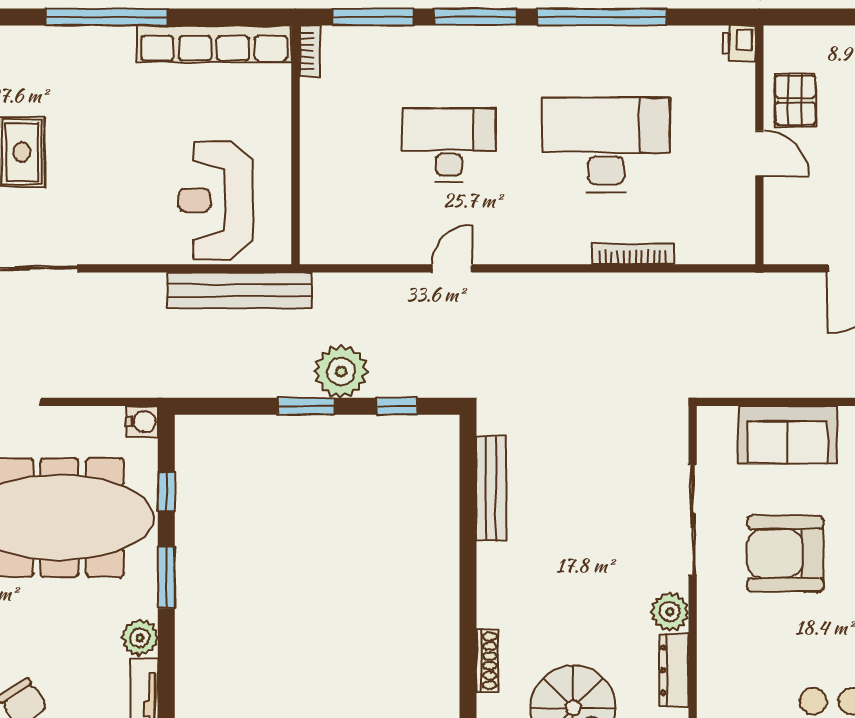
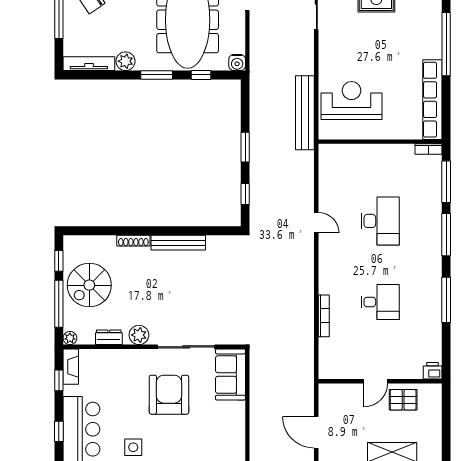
window: (602, 17) -> (446, 300), width x0.68
desk: (606, 145) -> (380, 302), width x0.53, depth x0.77
plant: (341, 371) -> (263, 165), removed
sofa: (788, 435) -> (230, 375), moved
bench: (491, 488) -> (178, 243), moved
shoe rack: (487, 661) -> (133, 241), moved
dresser: (674, 670) -> (109, 337), width x0.70

